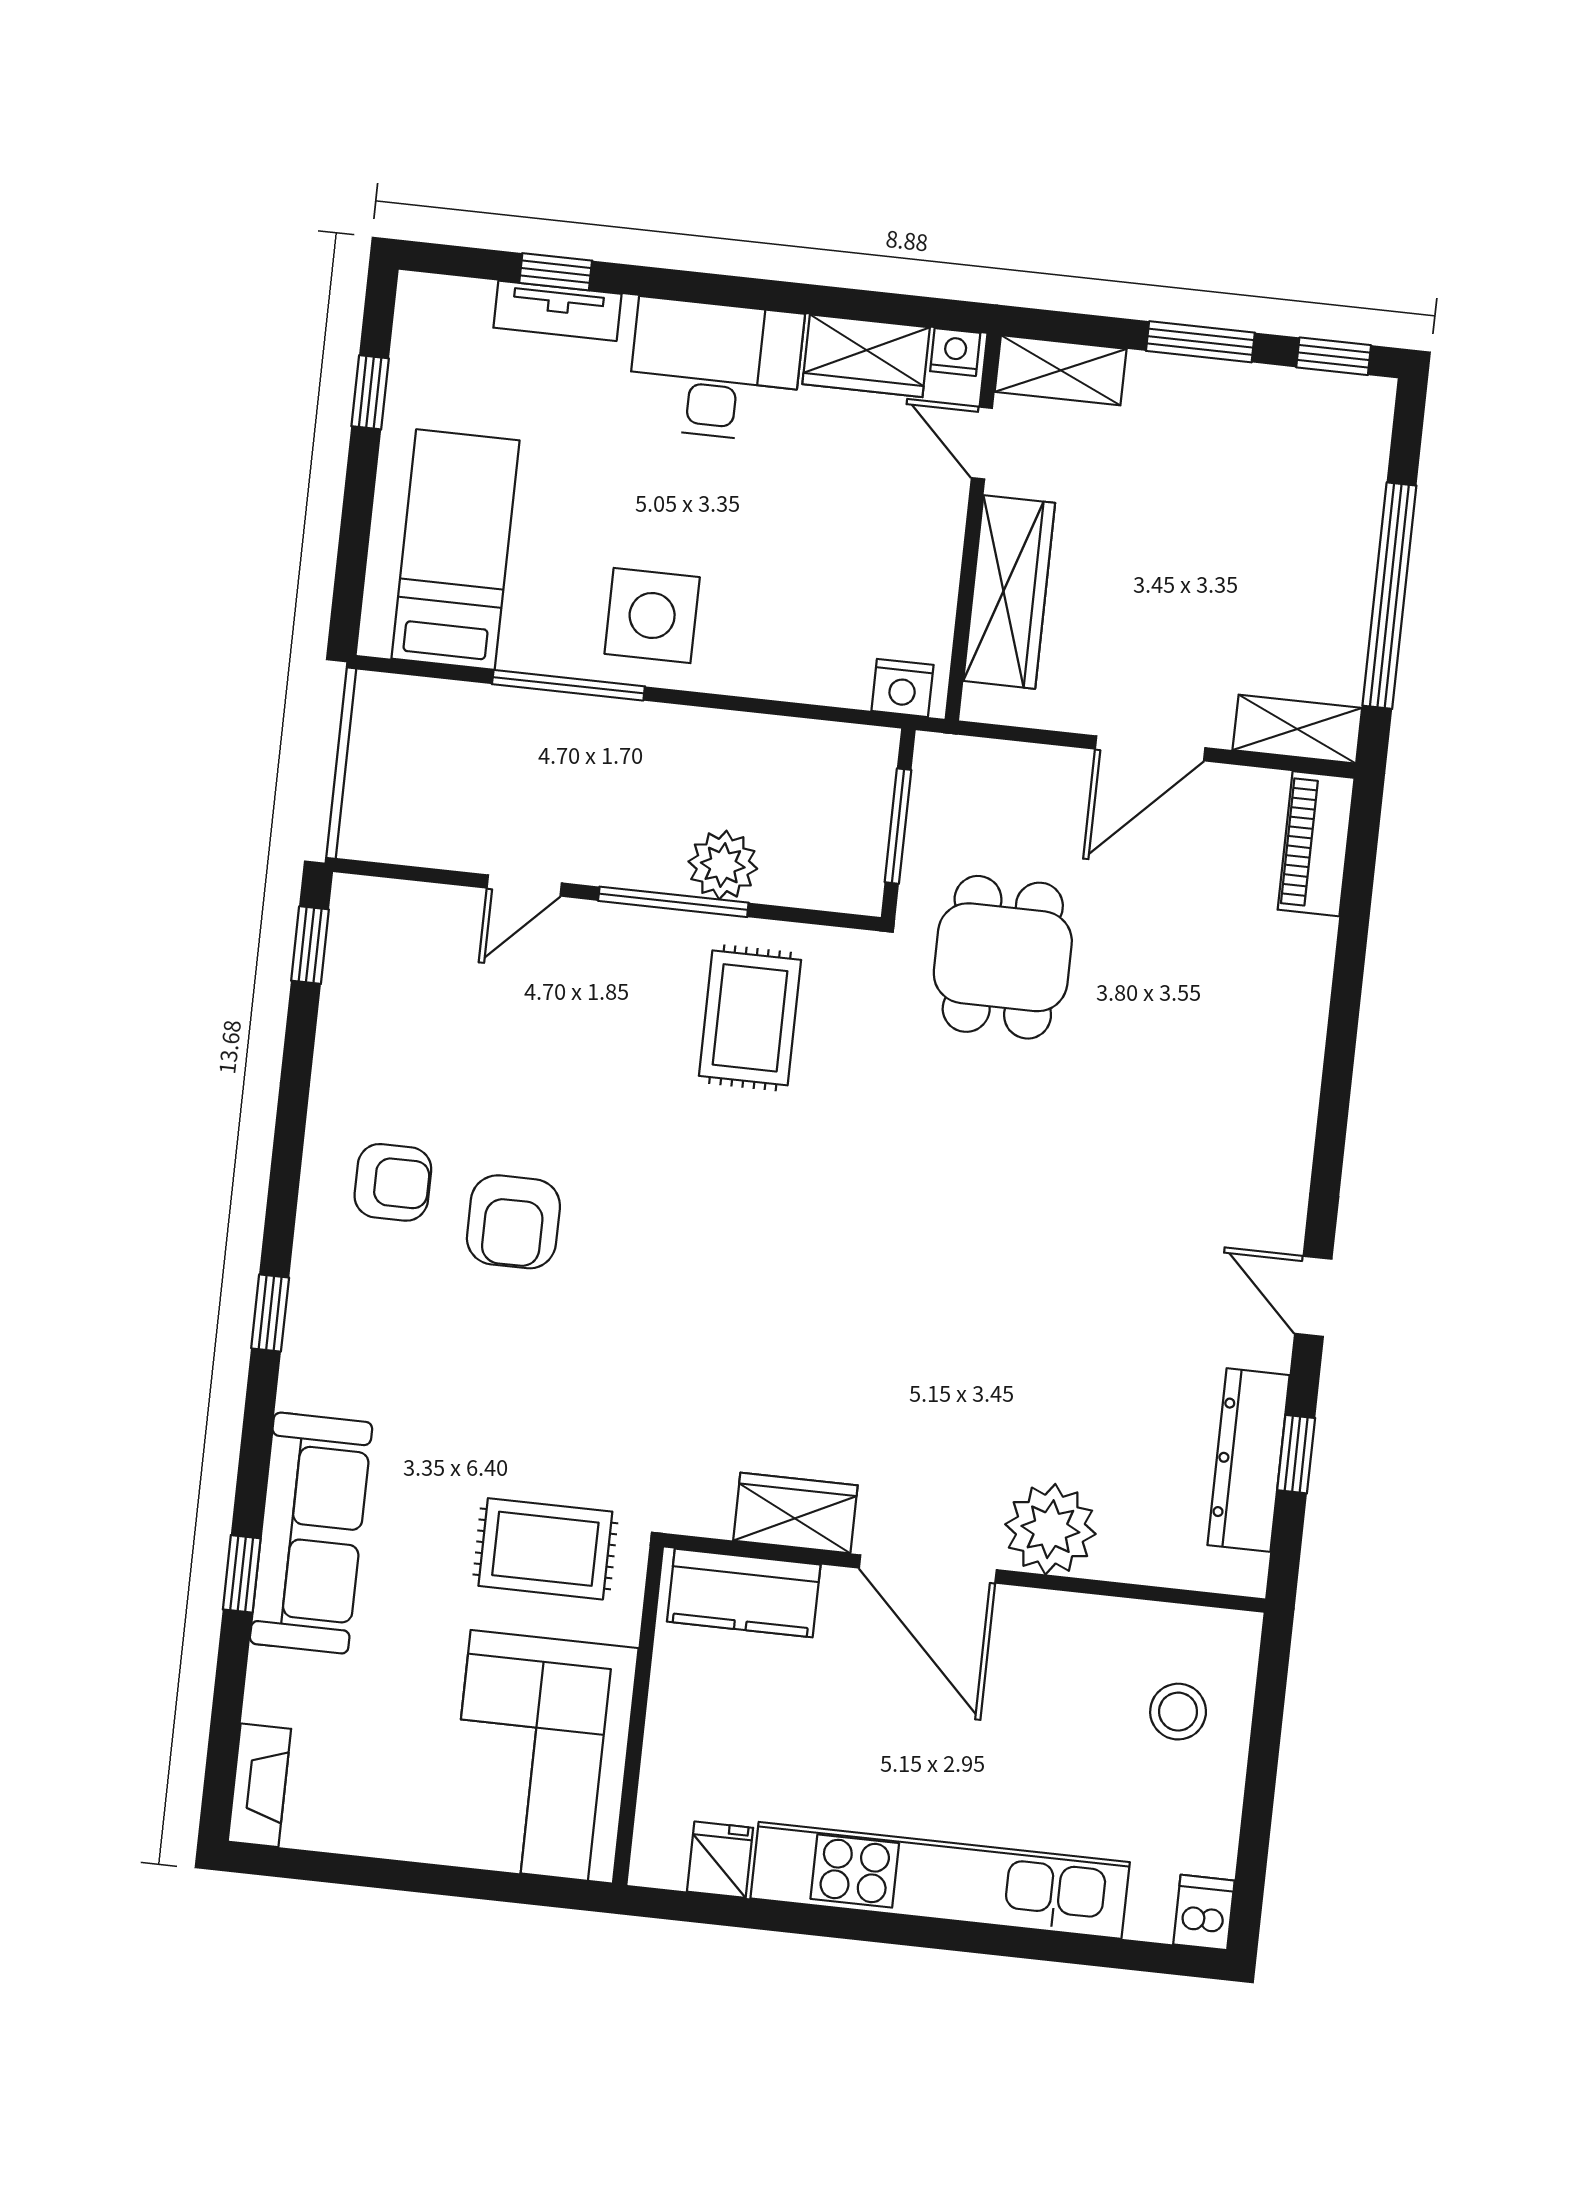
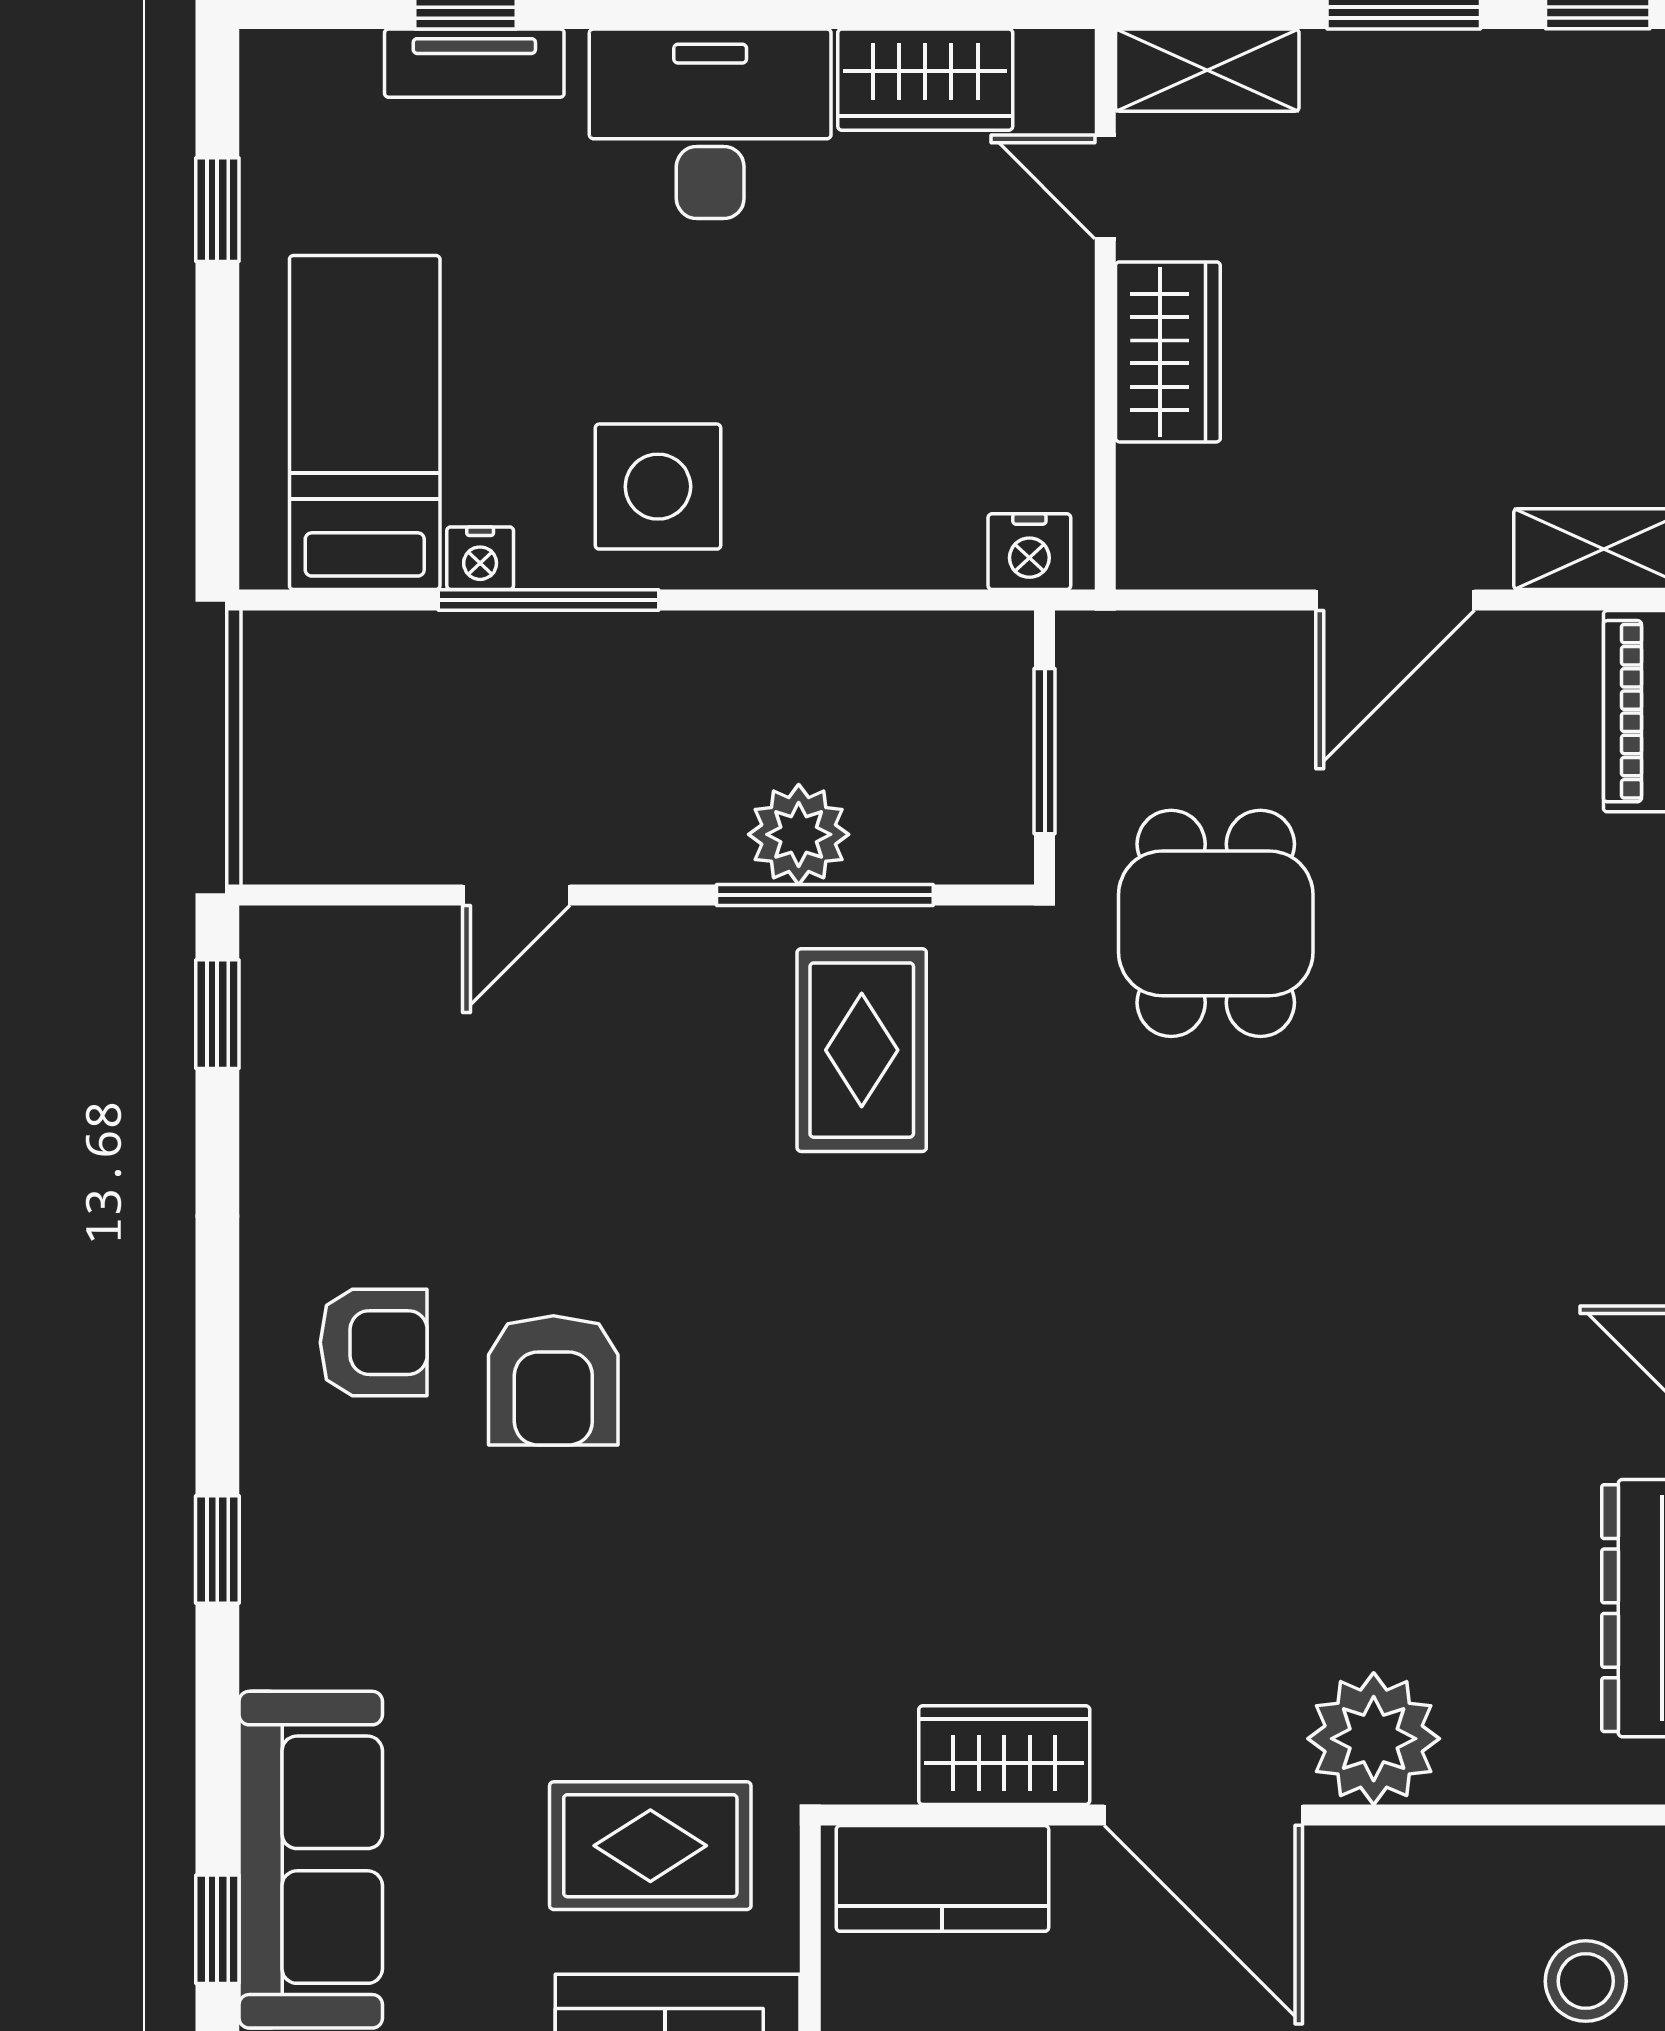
nightstand: (955, 352) -> (480, 558), moved, turned 180
wardrobe: (1009, 592) -> (1168, 352), width x0.67
window: (673, 902) -> (825, 895), moved

